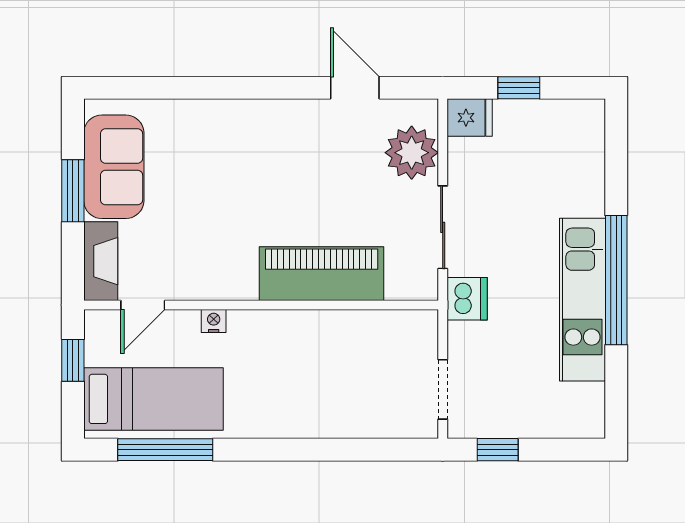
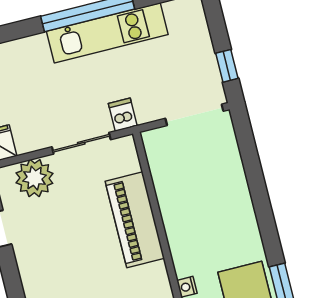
dishwasher: (467, 299) -> (123, 115), width x0.73
doorway: (443, 389) -> (194, 115), width x1.38

